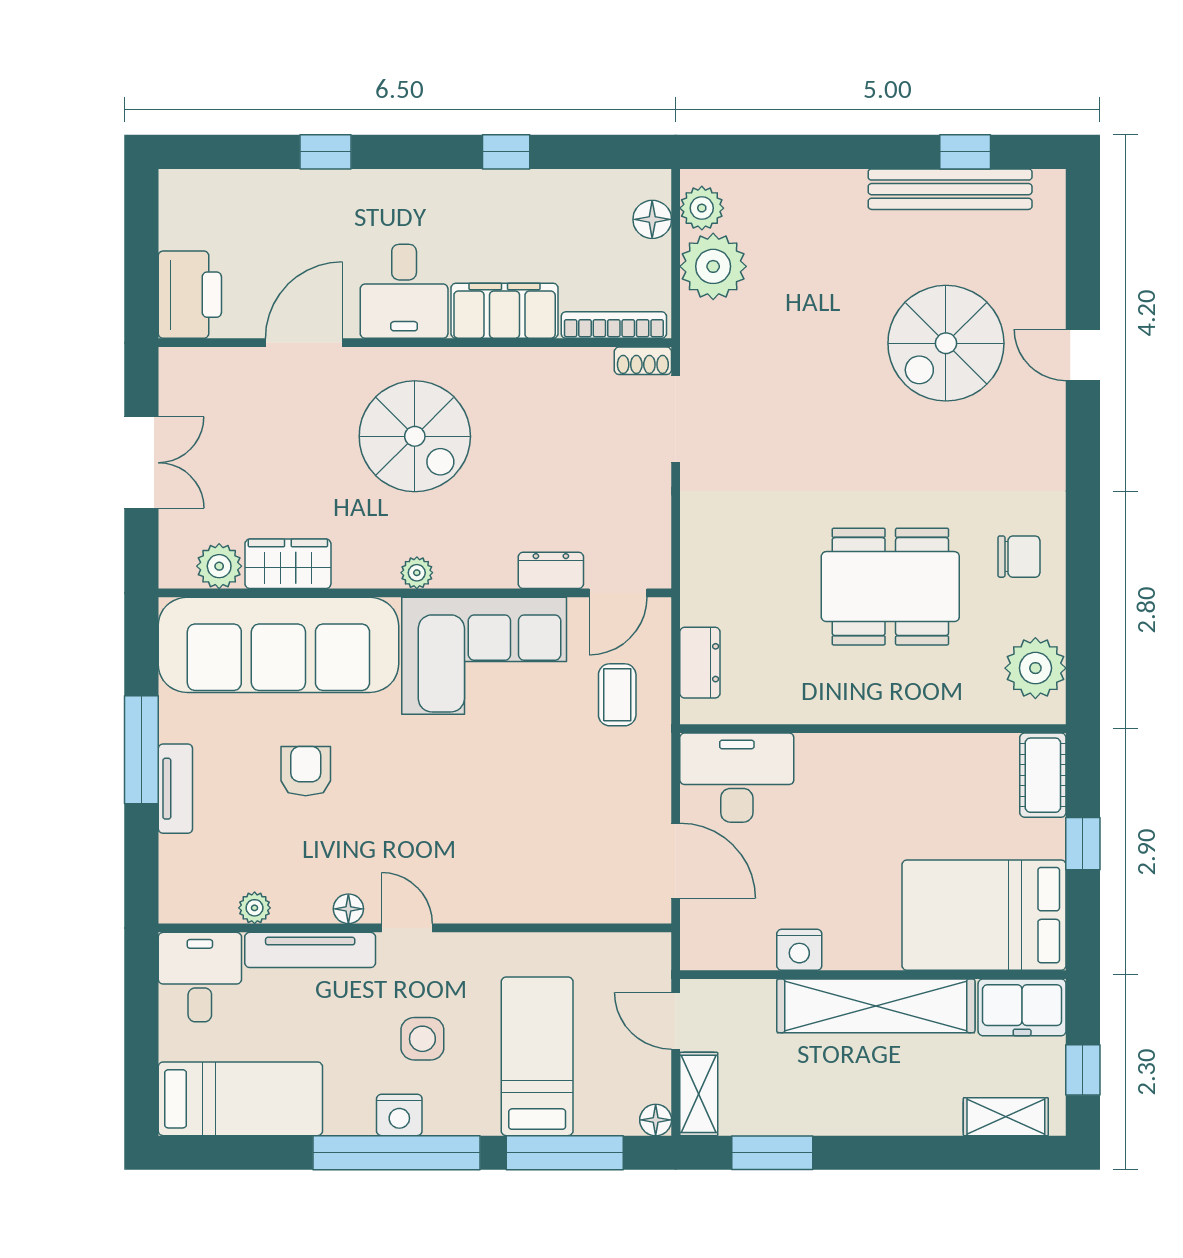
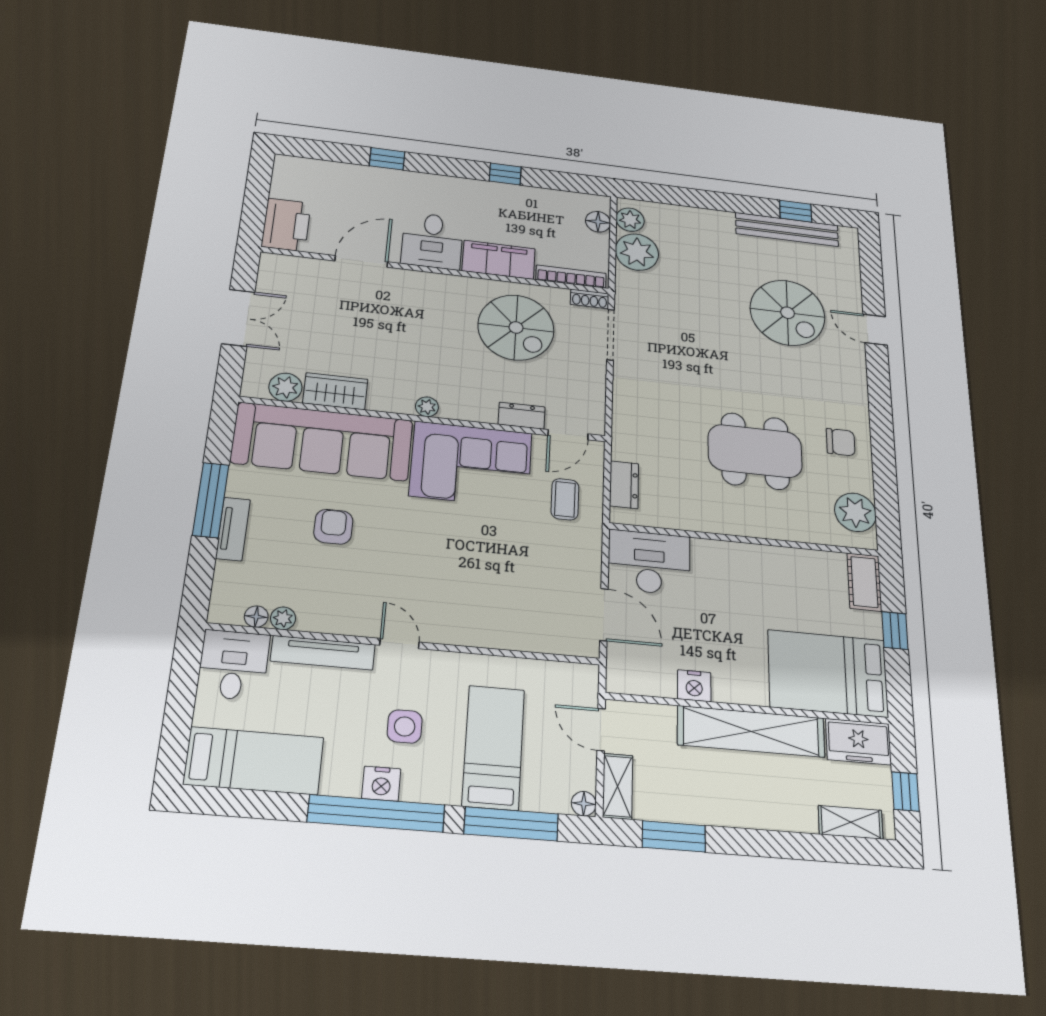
spiral stairs: (946, 343) -> (787, 313), turned -90
spiral stairs: (415, 436) -> (516, 327), moved
floor lamp: (348, 909) -> (256, 617), moved

